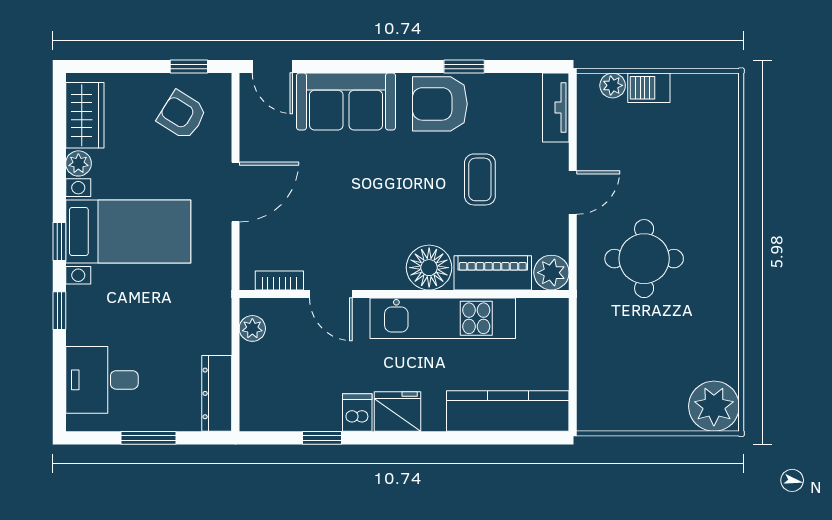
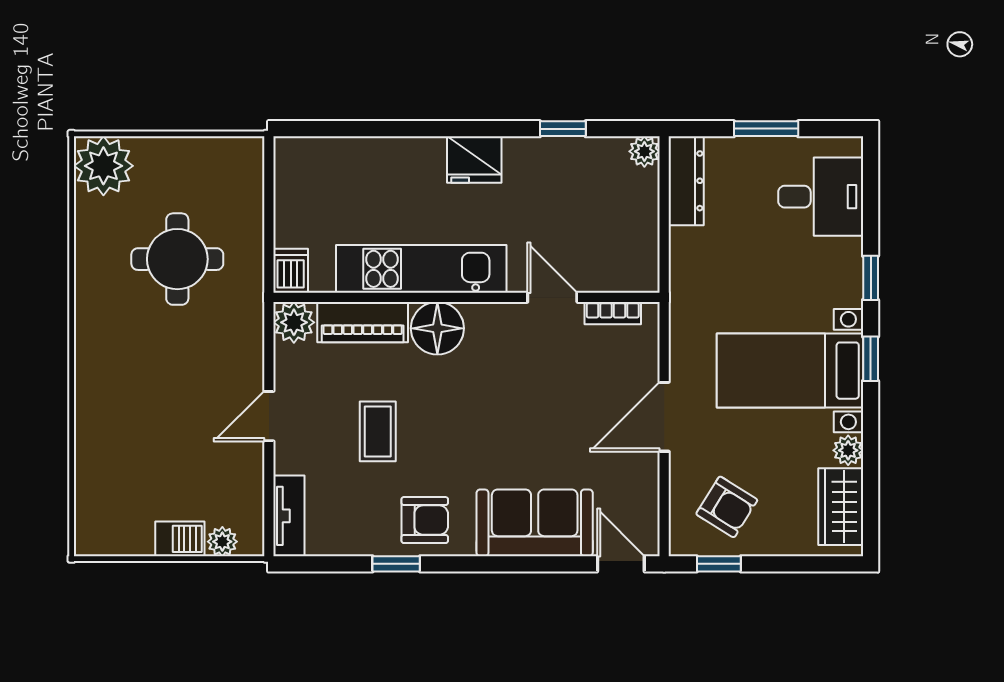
armchair: (440, 104) -> (425, 520), width x0.72, depth x0.72
round table: (644, 259) -> (177, 259), moved
plant: (252, 328) -> (644, 151), moved
kitchen counter: (508, 411) -> (345, 160), removed
dishwasher: (357, 413) -> (291, 271), moved, turned 180

